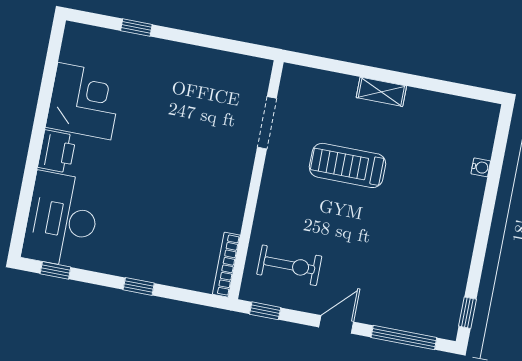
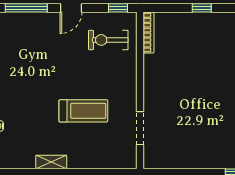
shelving: (381, 92) -> (51, 162), moved

